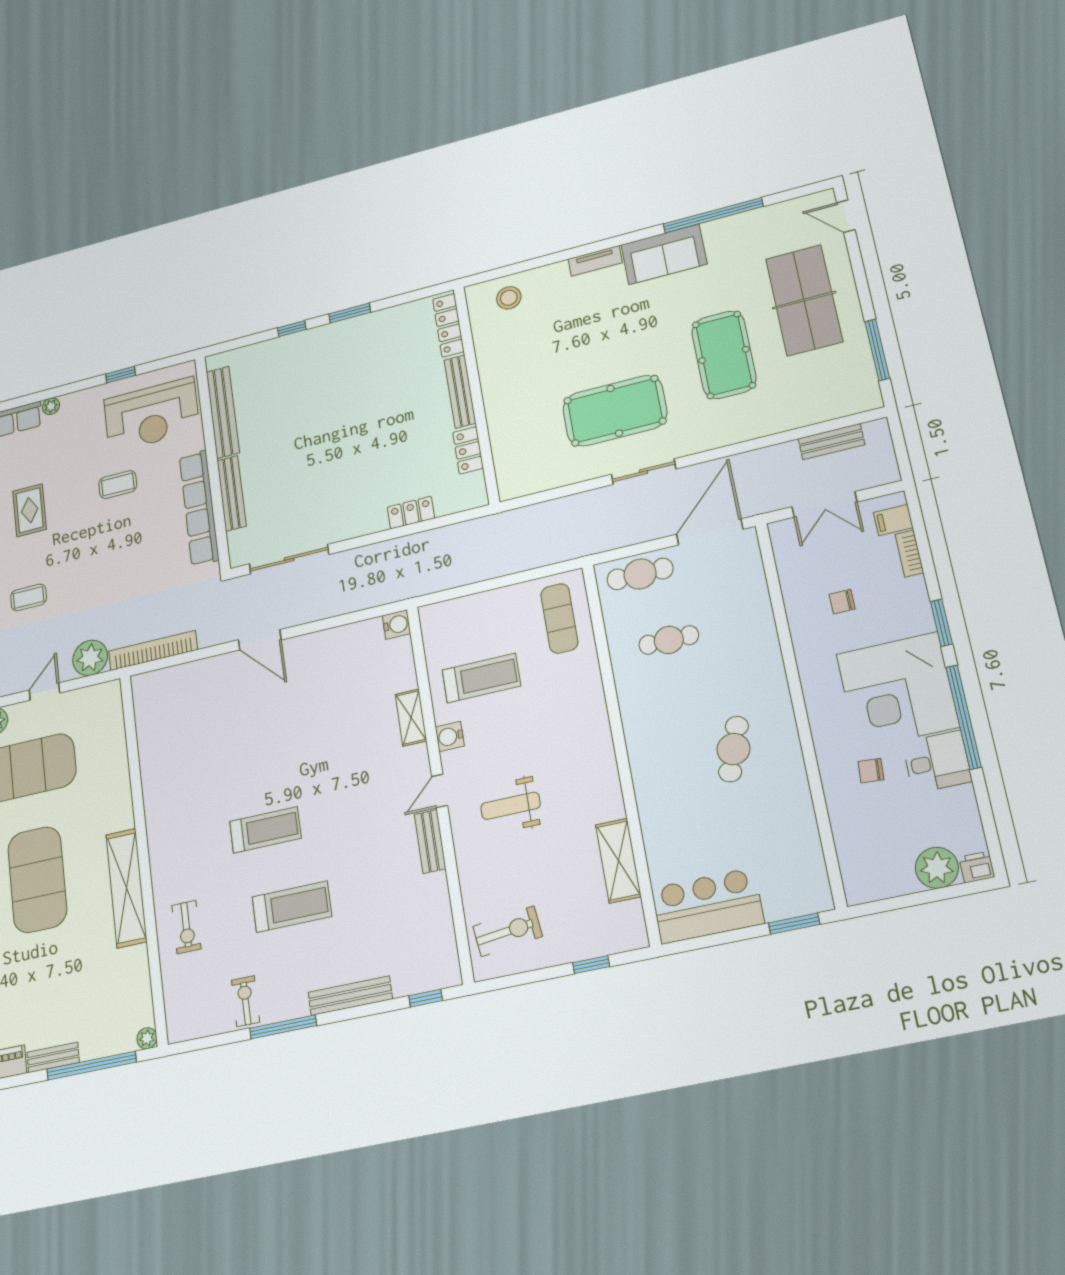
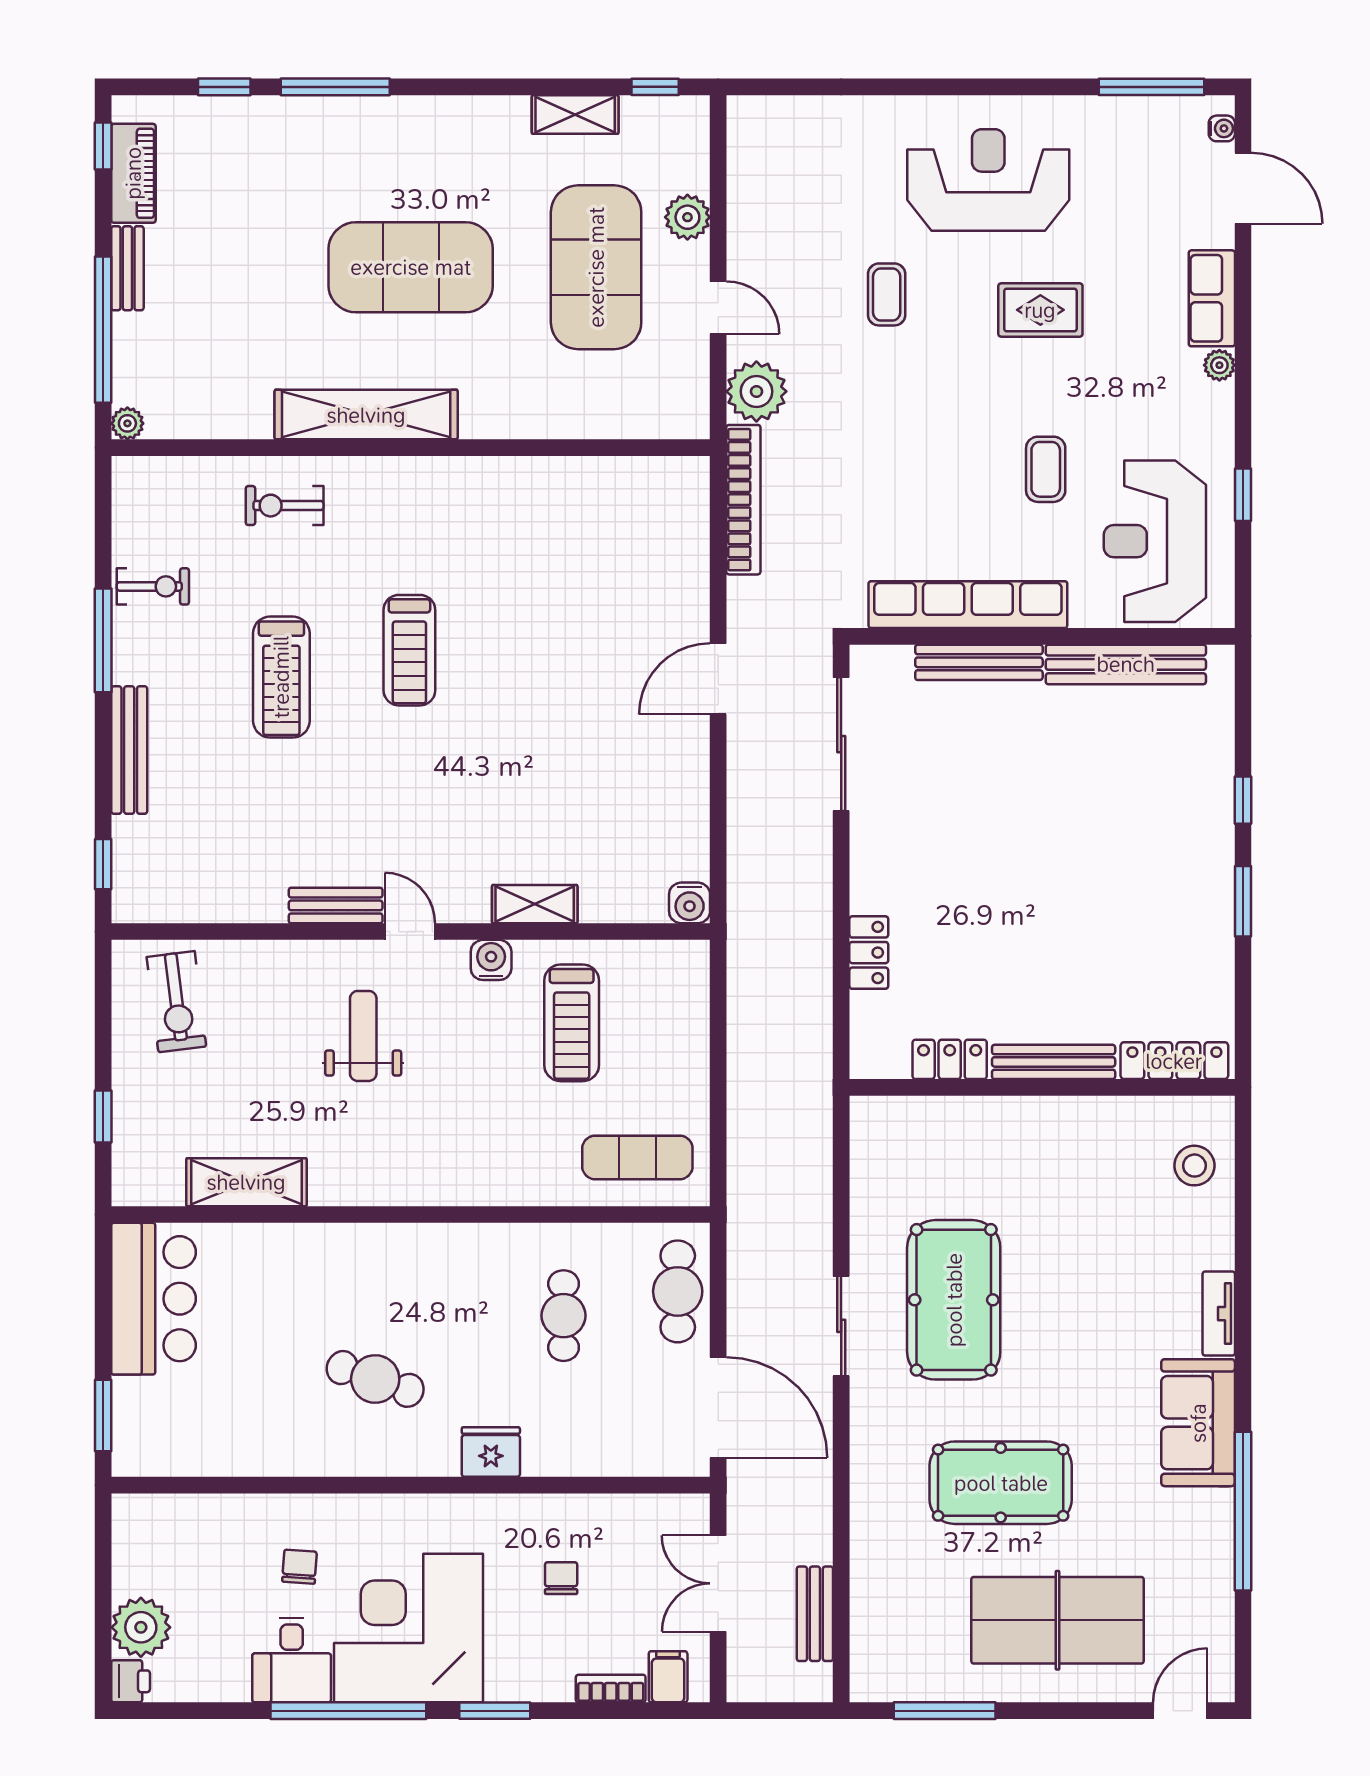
fridge: (767, 665) -> (491, 1452), added

